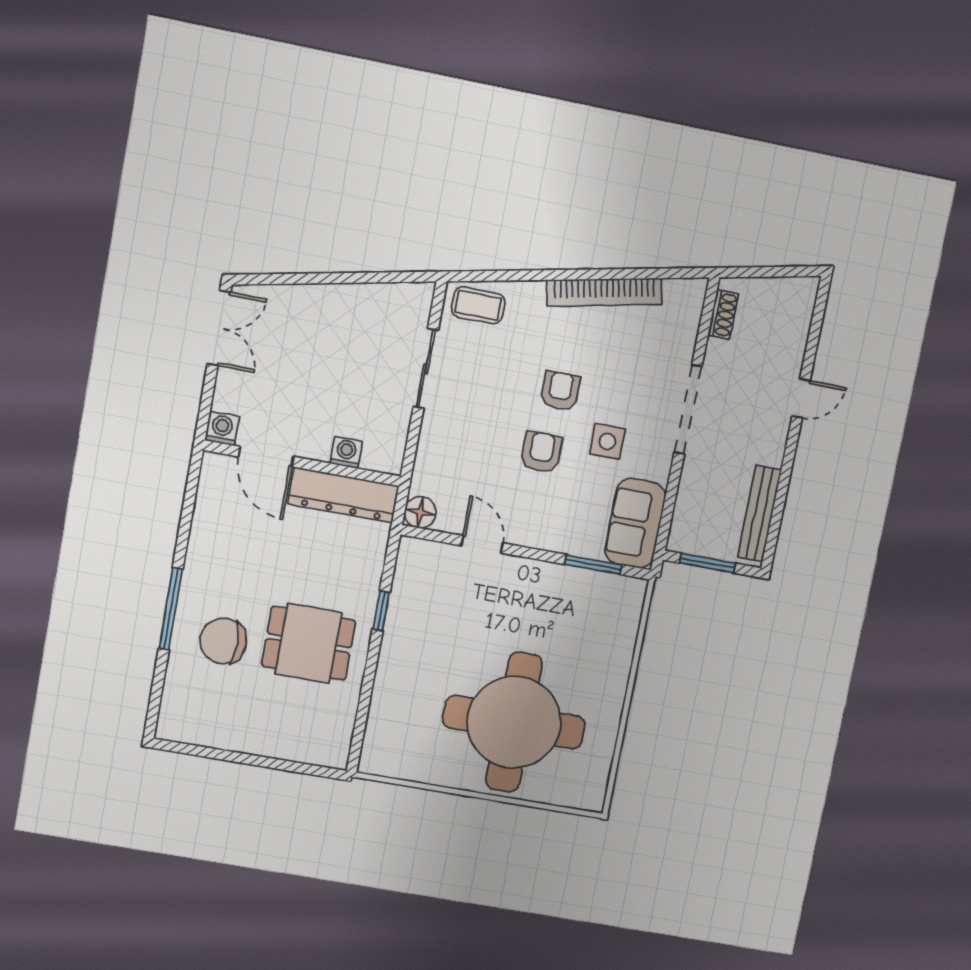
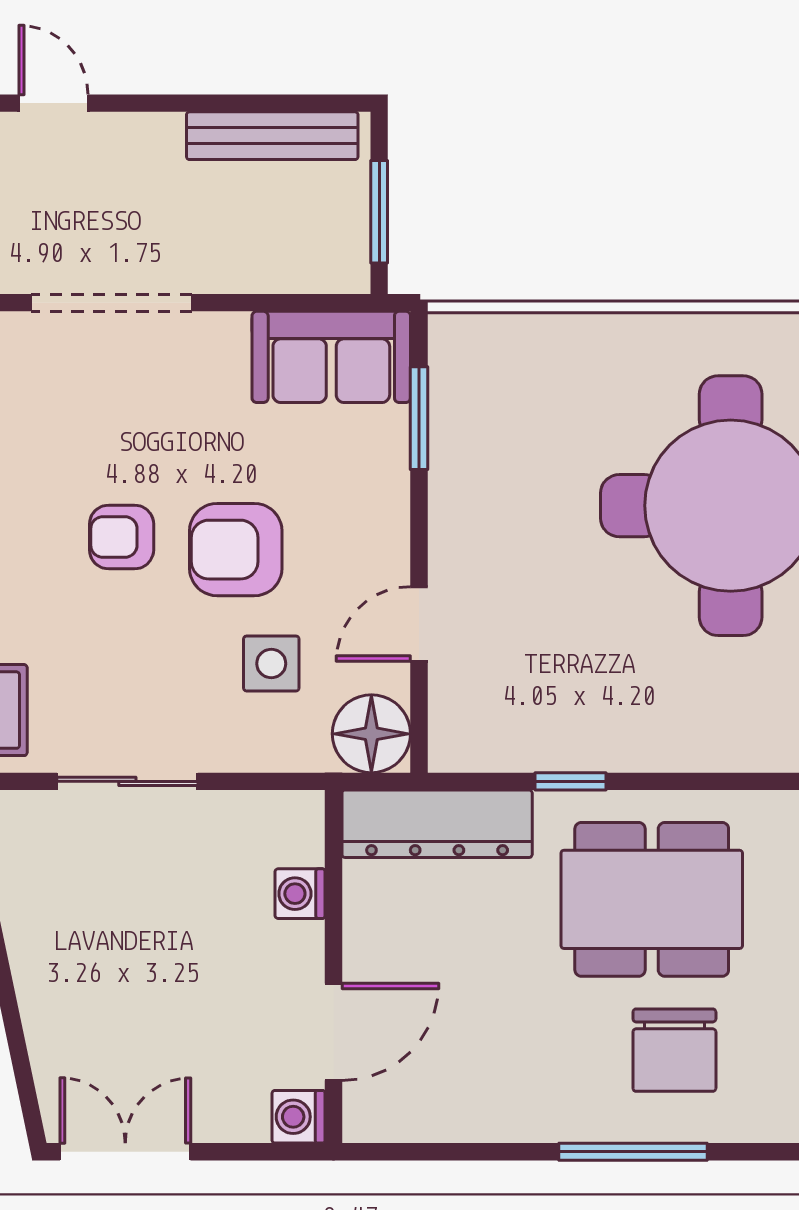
side table: (607, 441) -> (271, 664), moved
armchair: (541, 452) -> (236, 550), width x1.38, depth x1.38
dresser: (344, 495) -> (437, 824), moved, turned 90
floor lamp: (420, 512) -> (371, 734), width x1.38, depth x1.38
dining table: (309, 643) -> (652, 899), width x1.38

